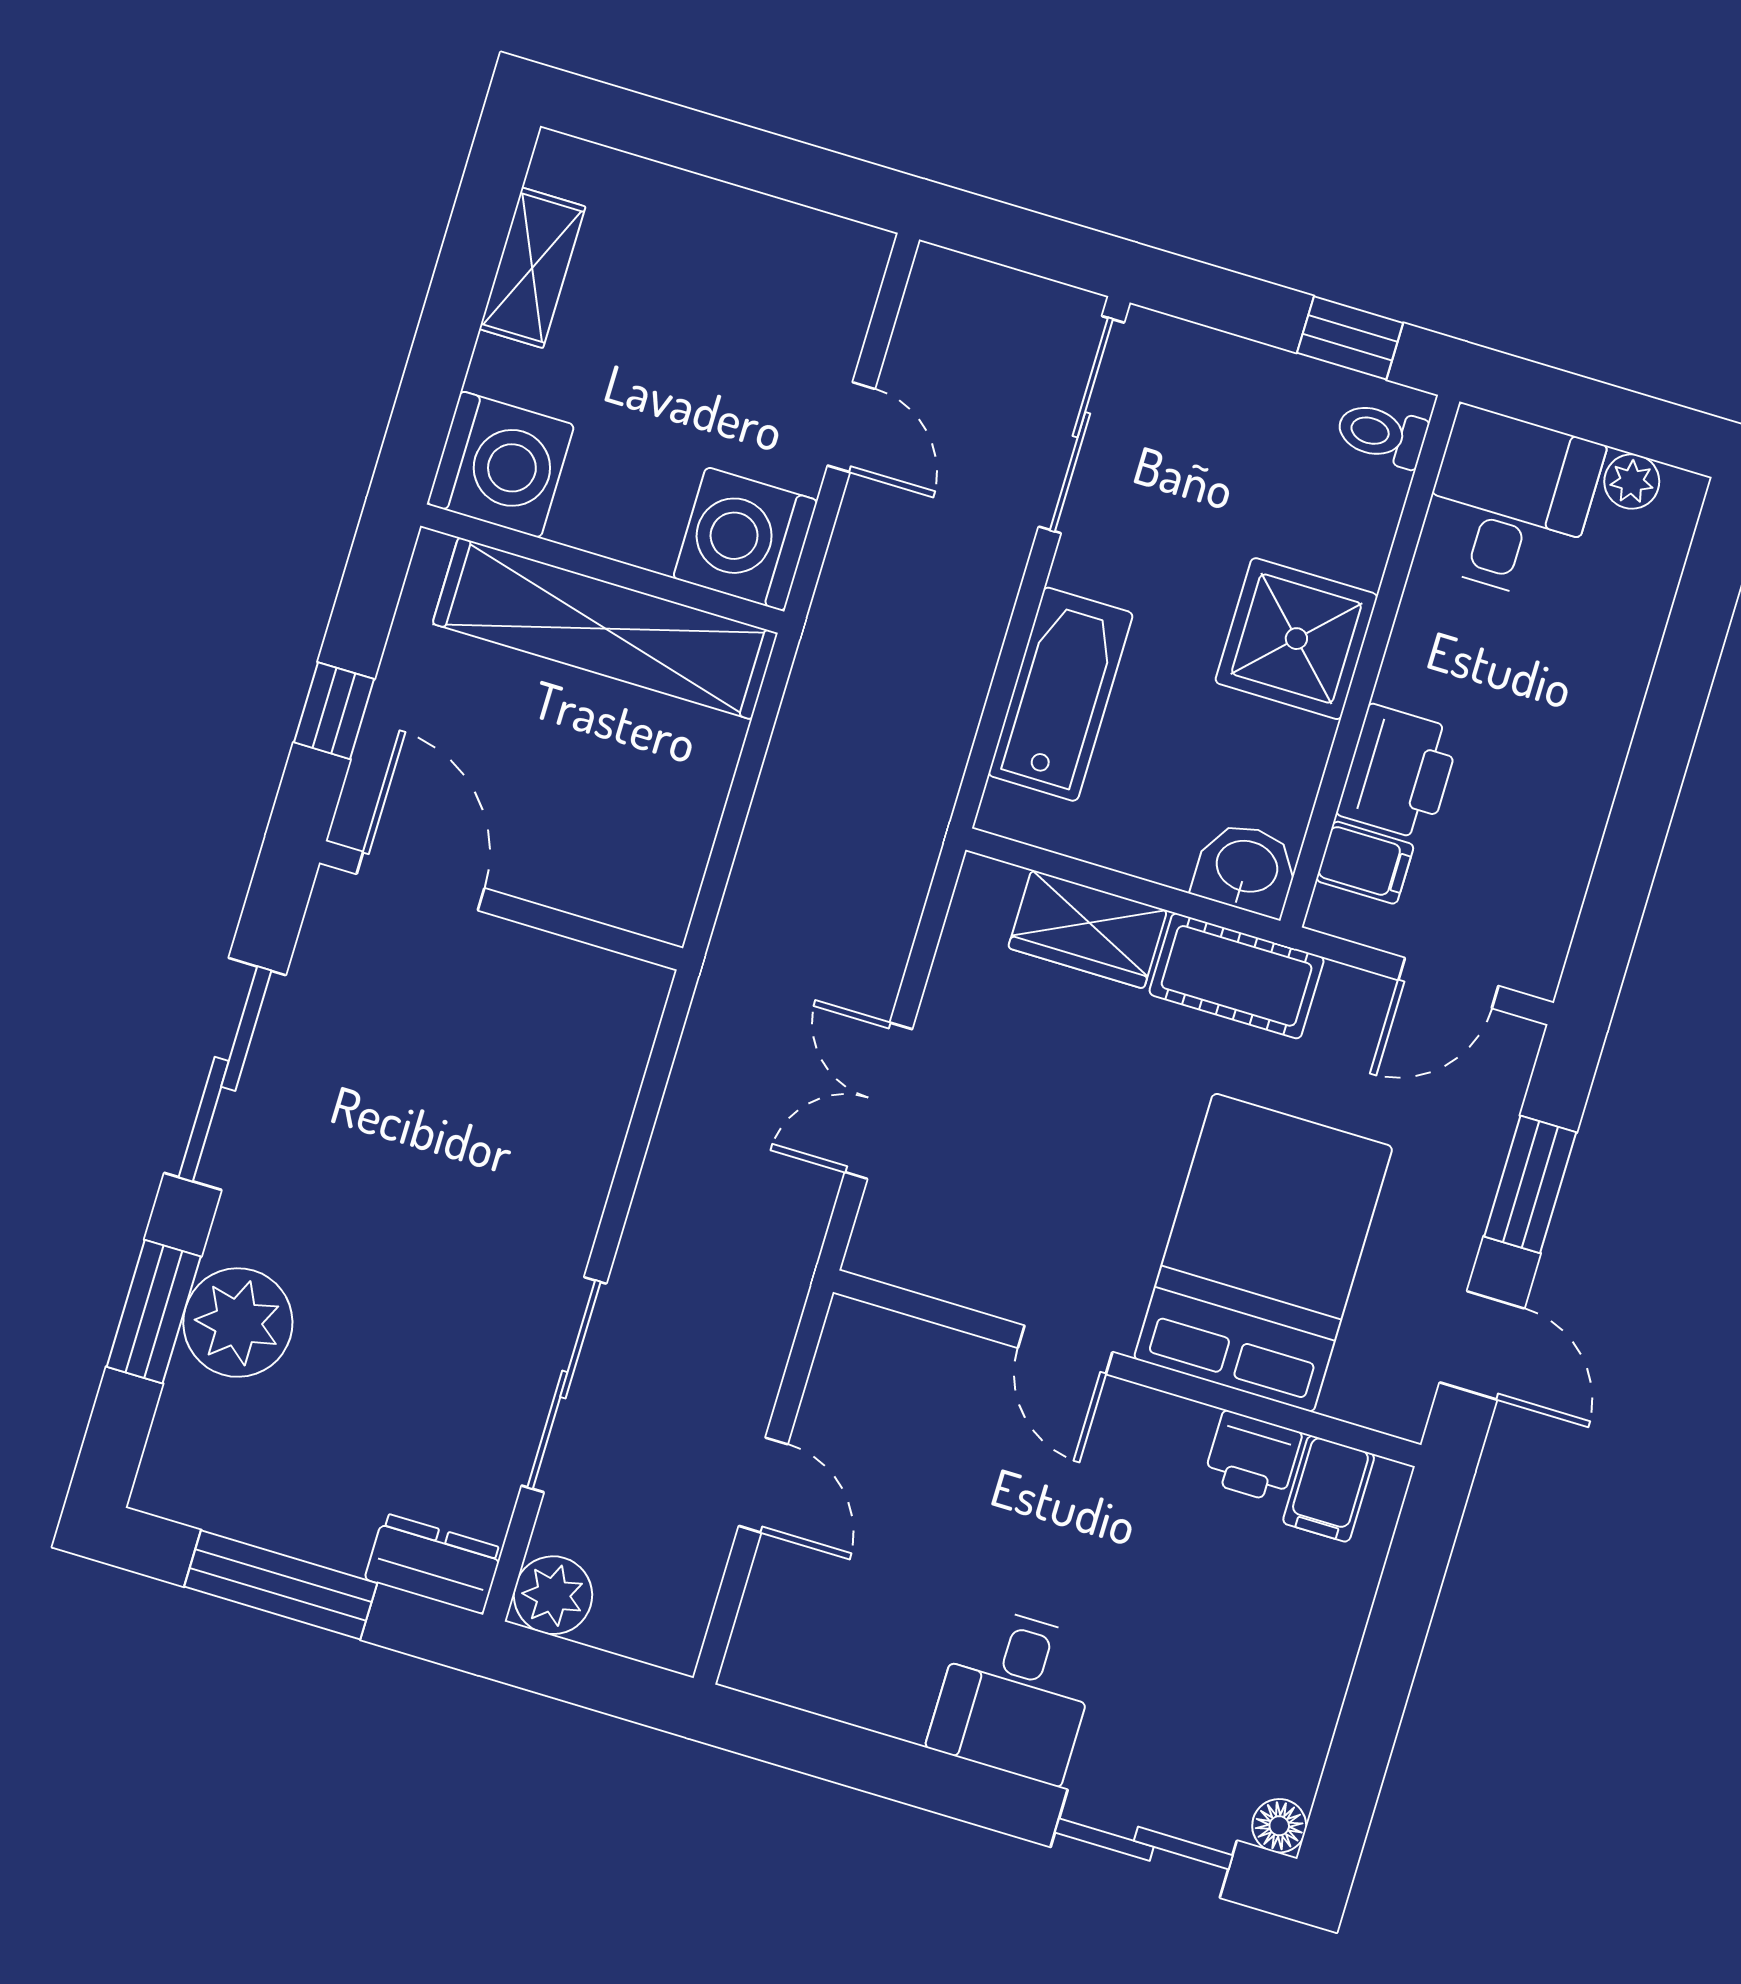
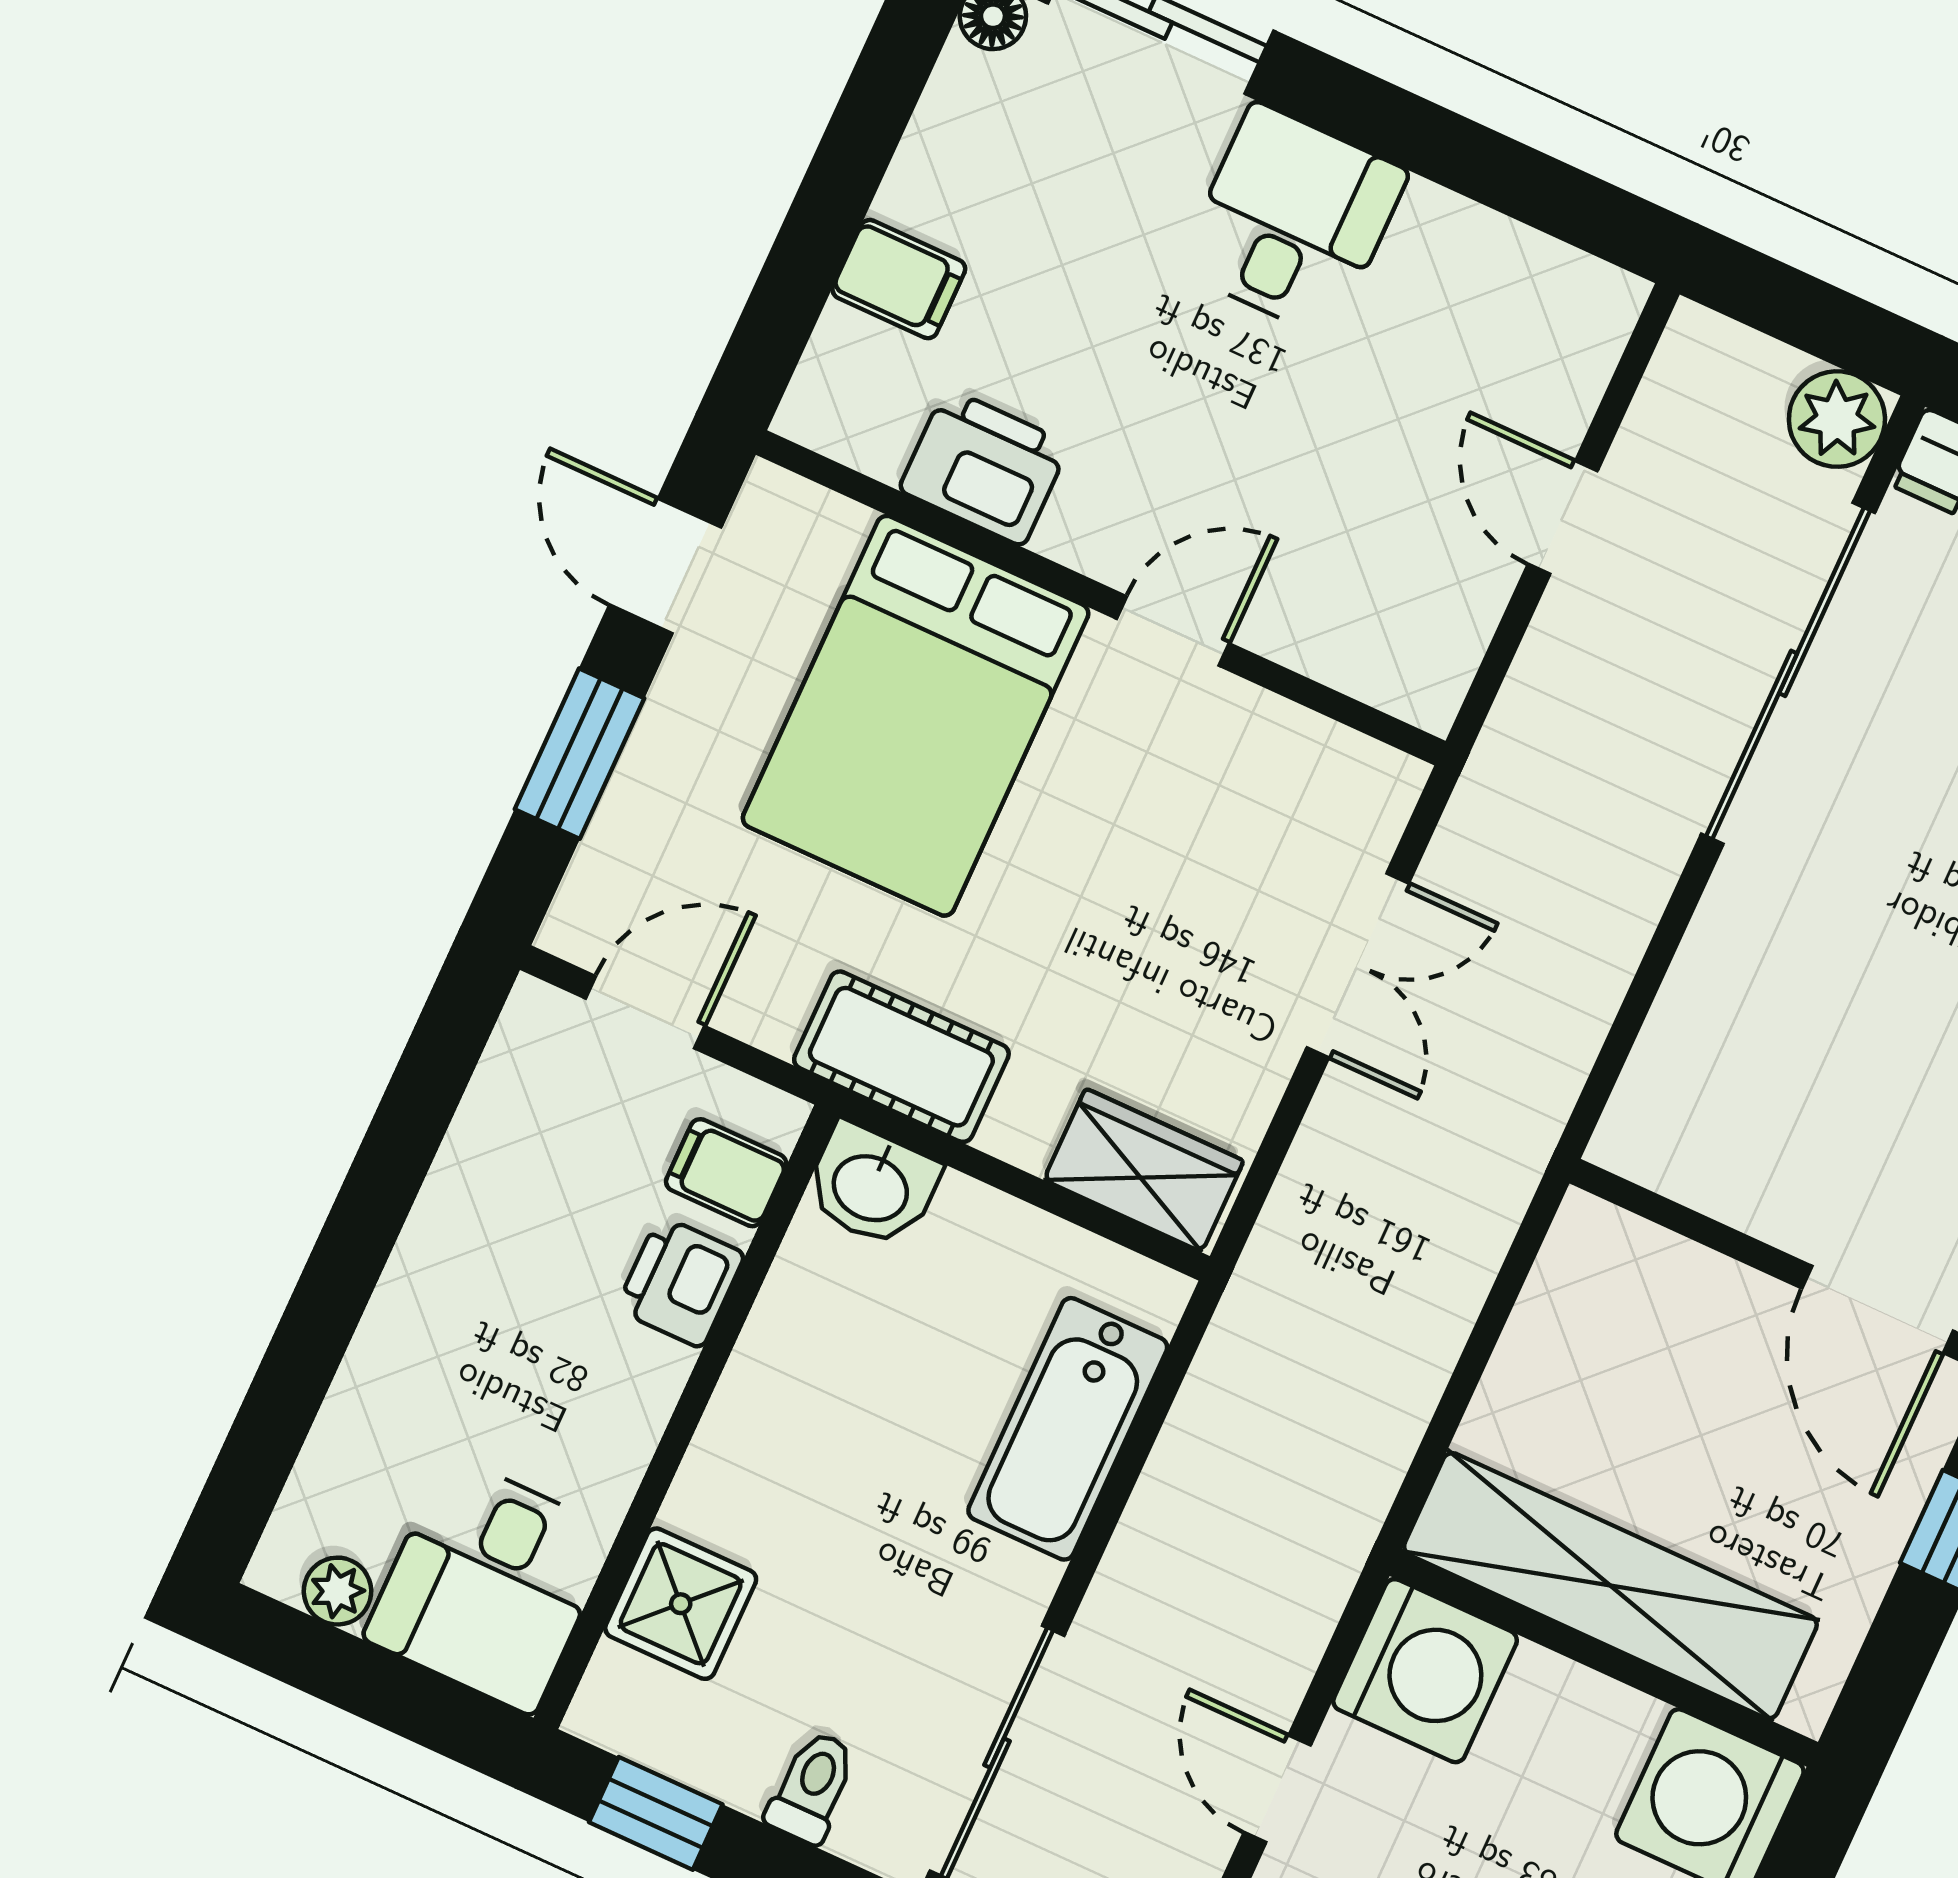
toilet: (1382, 434) -> (812, 1787), moved, turned -90
shower: (1296, 639) -> (681, 1604), moved, width x0.73, depth x0.73
printer: (1399, 772) -> (680, 1282), width x0.73, depth x0.81
wardrobe: (1088, 929) -> (1144, 1170), moved
door: (1065, 1350) -> (1173, 631), hinge flipped
sliding door: (564, 1385) -> (1788, 673), width x1.36
printer: (1253, 1457) -> (984, 467), width x1.36, depth x1.24
filing cabinet: (1329, 1489) -> (899, 279), moved, turned 90

